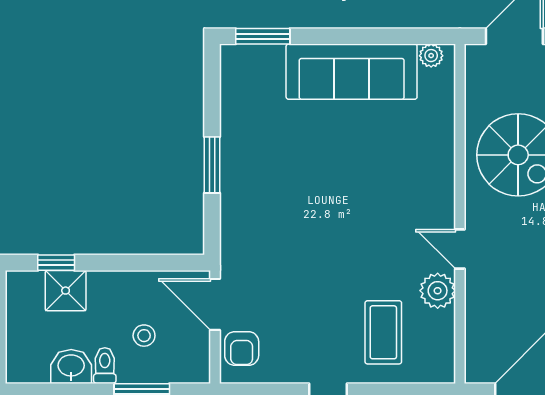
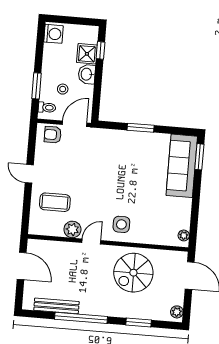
sofa: (352, 72) -> (182, 166), moved
side table: (419, 189) -> (121, 224), added
washing machine: (29, 364) -> (53, 34), added
washbasin: (71, 366) -> (87, 74), moved, turned 180
toilet: (105, 366) -> (47, 107), moved

